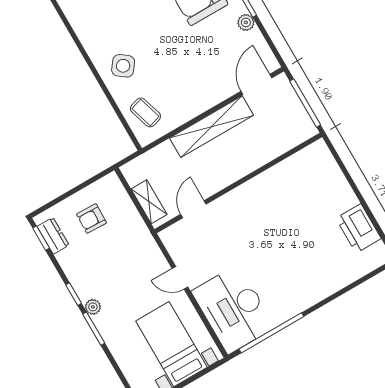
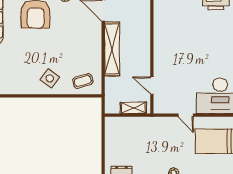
armchair: (91, 219) -> (124, 145), removed
door: (180, 278) -> (186, 115), hinge flipped

